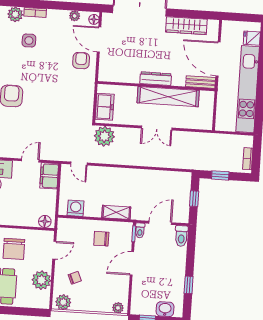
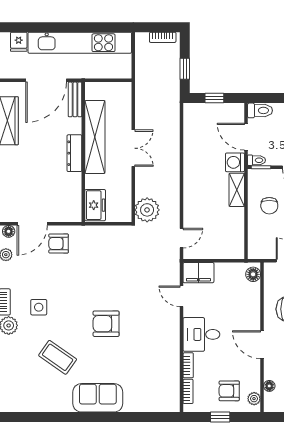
freezer: (105, 107) -> (95, 205), moved, turned 90
washing machine: (76, 208) -> (235, 162), moved

